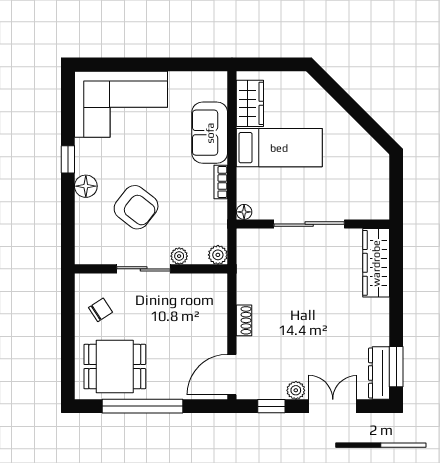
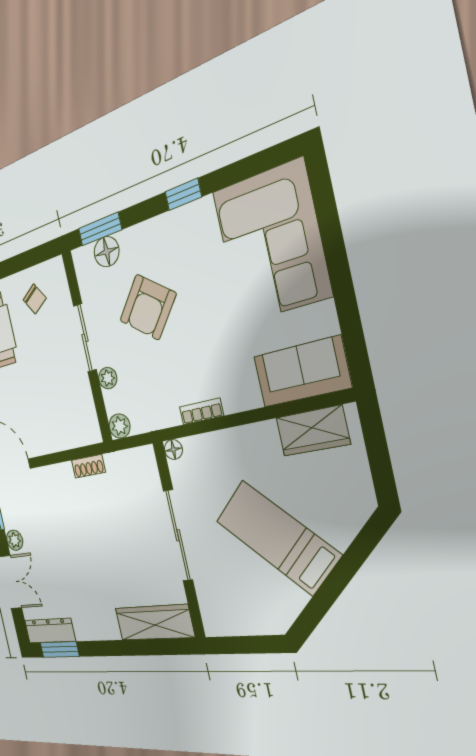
sofa: (210, 133) -> (302, 372), moved
bed: (279, 148) -> (277, 537), moved, turned 135
floor lamp: (86, 186) -> (107, 252), moved
window: (68, 234) -> (100, 229), added
shoe rack: (244, 320) -> (88, 466), moved

